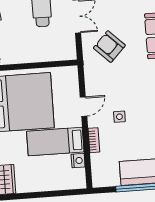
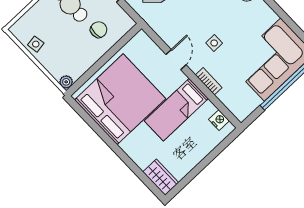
chair: (47, 42) -> (99, 30), added
nightstand: (78, 161) -> (219, 120), moved

